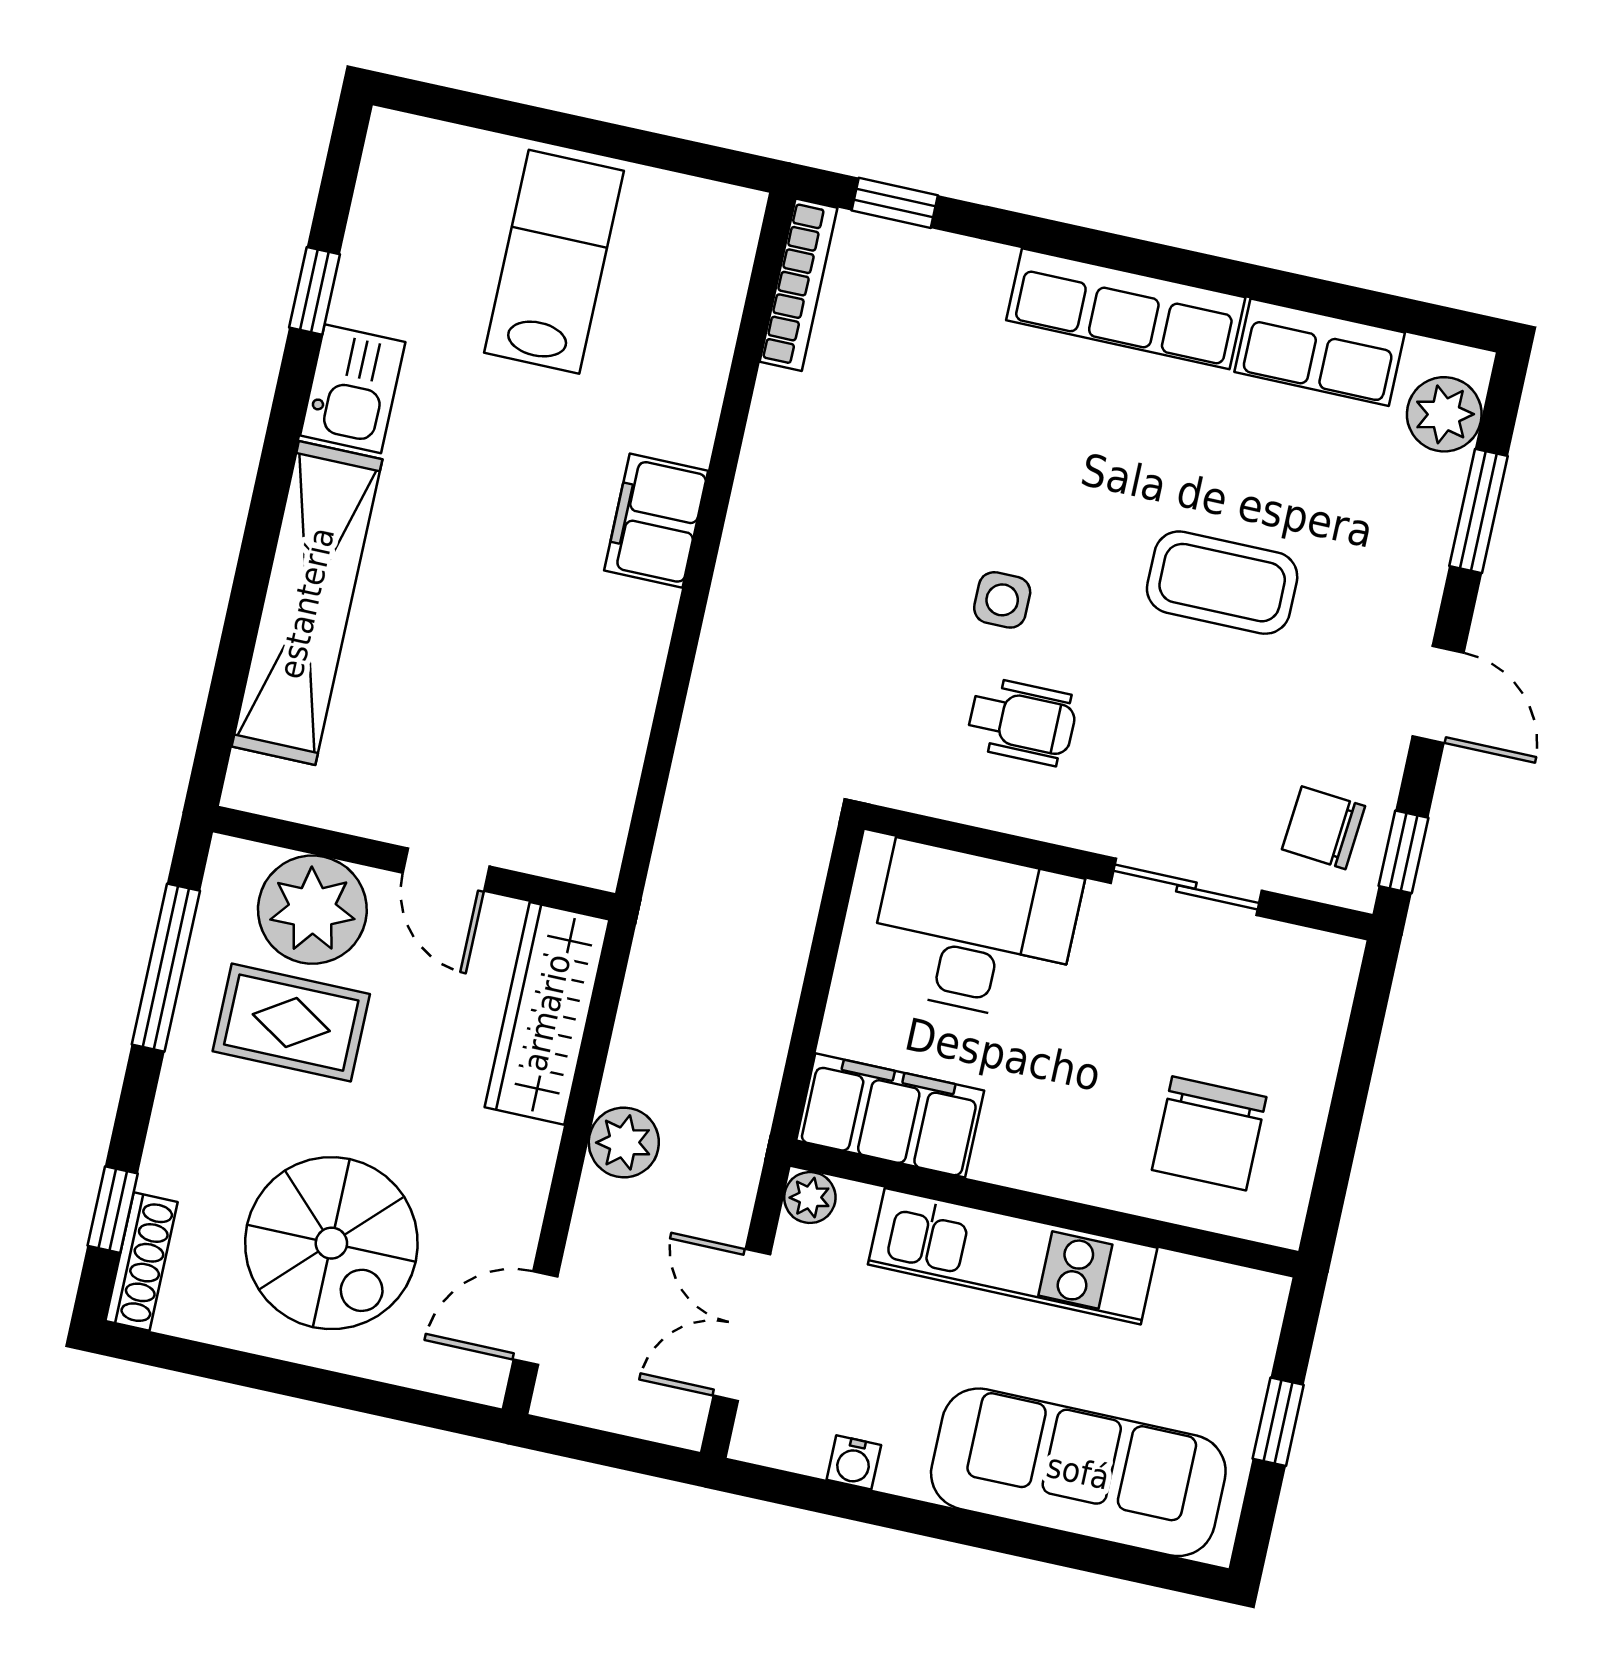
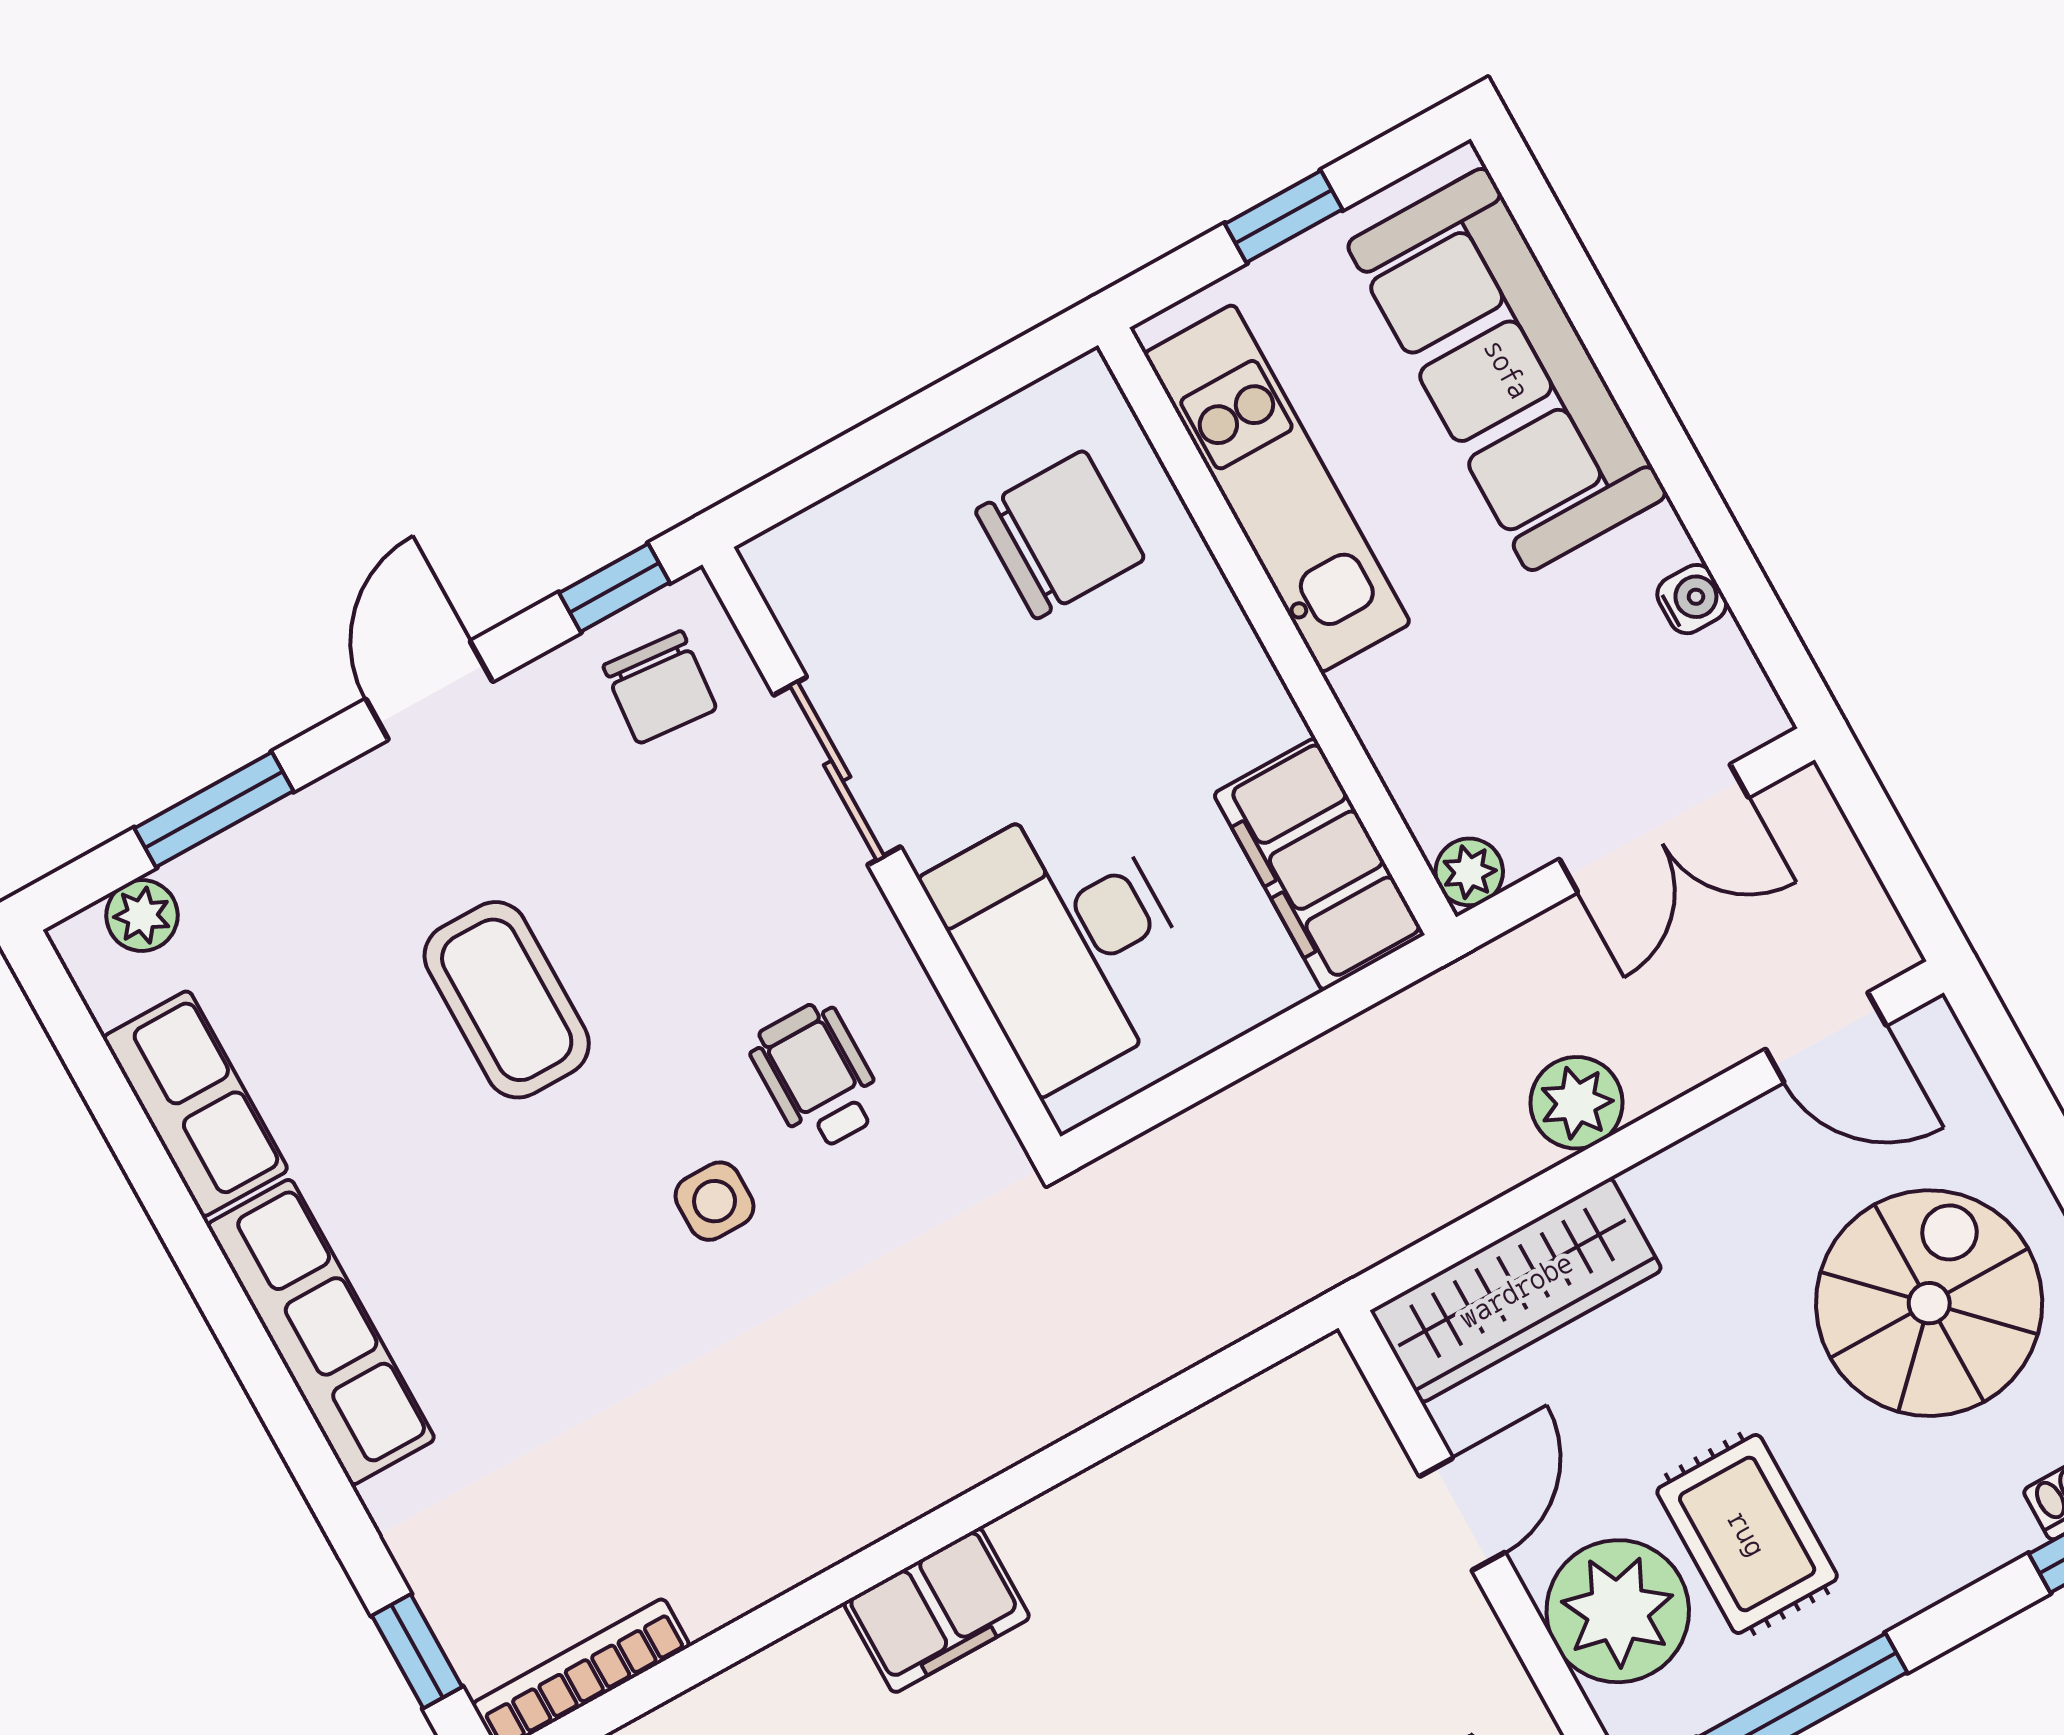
plant: (1444, 414) -> (142, 916), width x0.73, depth x0.73
kitchen unit: (1013, 1256) -> (1277, 488), moved

